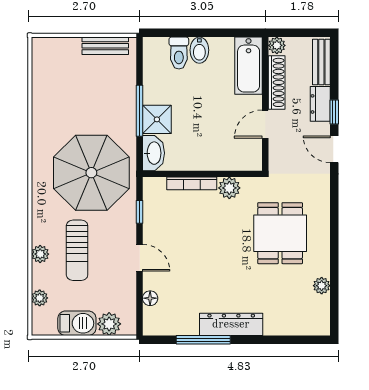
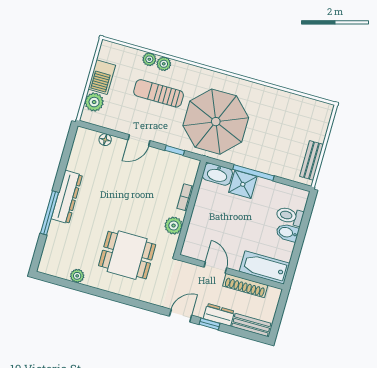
plant: (277, 45) -> (274, 294), removed
bookcase: (192, 183) -> (185, 197), width x0.64
plant: (40, 298) -> (149, 59), moved
window: (203, 340) -> (49, 213), moved

